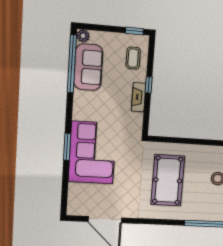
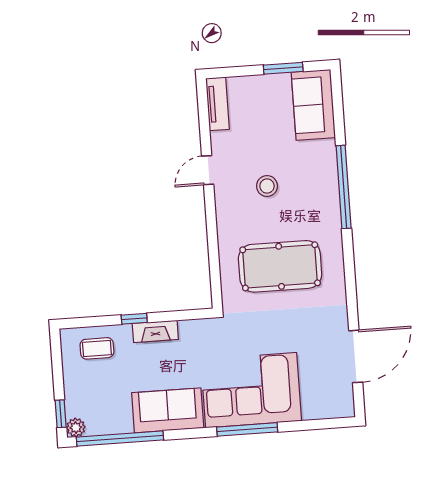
window: (134, 31) -> (61, 414), moved
sofa: (88, 67) -> (168, 410), moved
window: (67, 147) -> (247, 429), width x1.44

